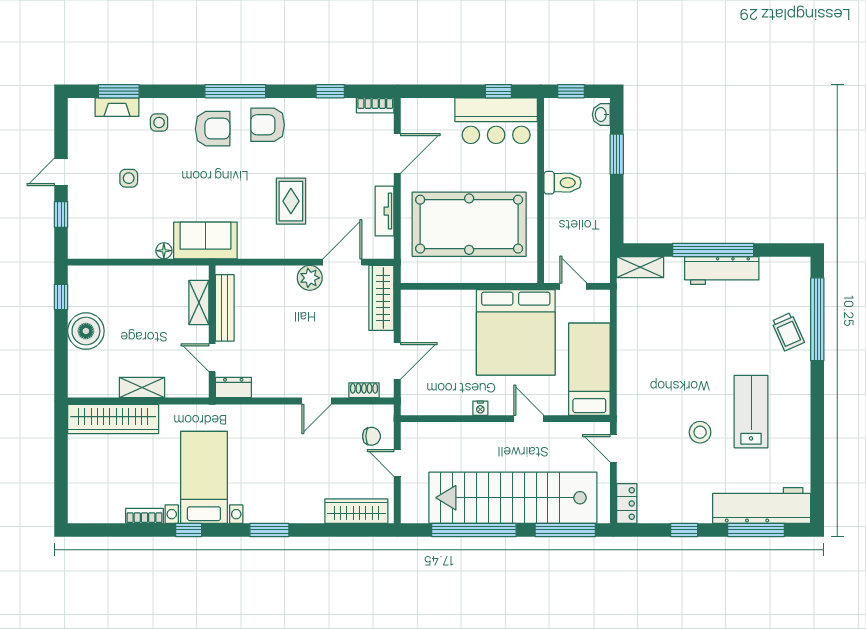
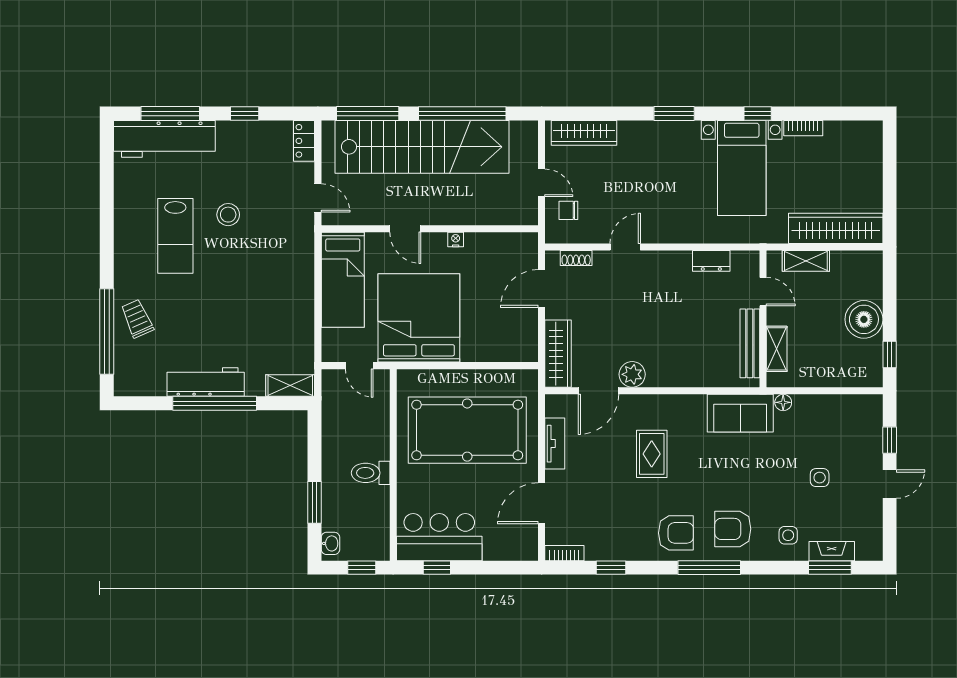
shelving: (199, 303) -> (777, 349), moved
bench: (225, 308) -> (750, 343), moved
wall: (212, 332) -> (763, 319), moved
door: (212, 358) -> (763, 292), moved

